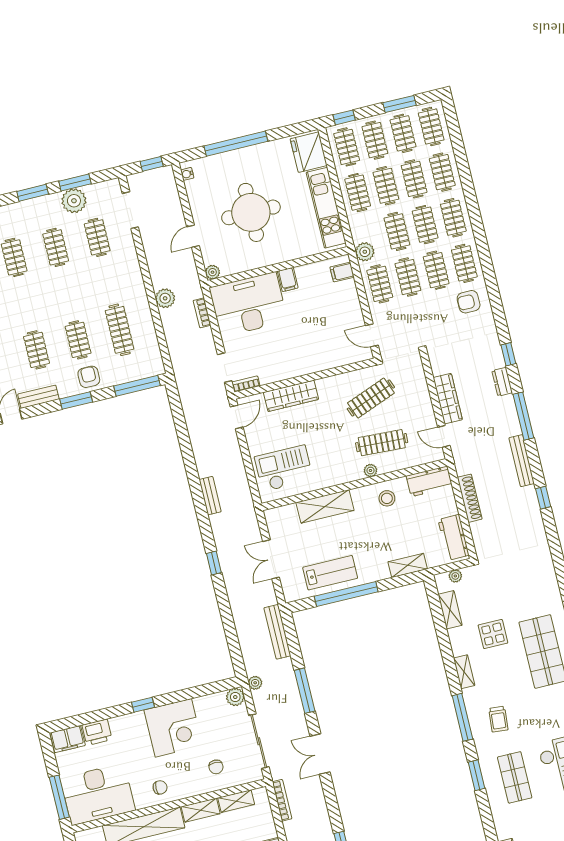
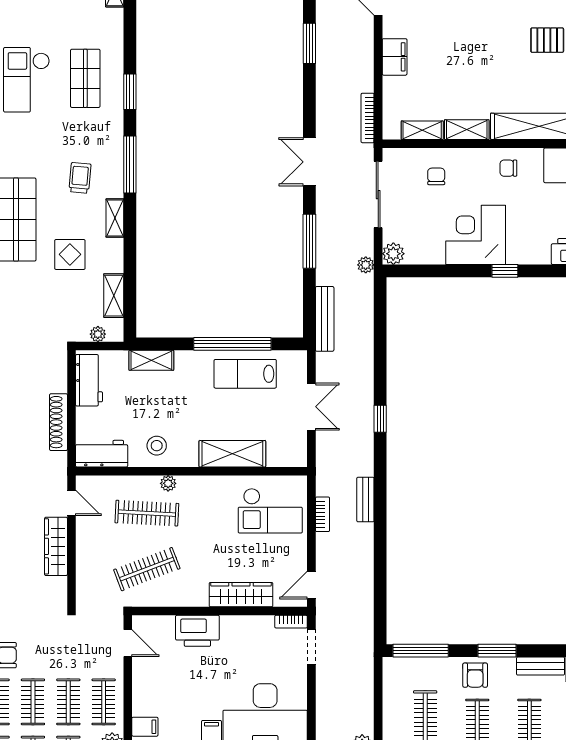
bookcase: (202, 313) -> (323, 514), moved
printer: (319, 359) -> (197, 631), added
trolley: (498, 719) -> (80, 178), moved
double door: (320, 754) -> (309, 162), swing flipped

